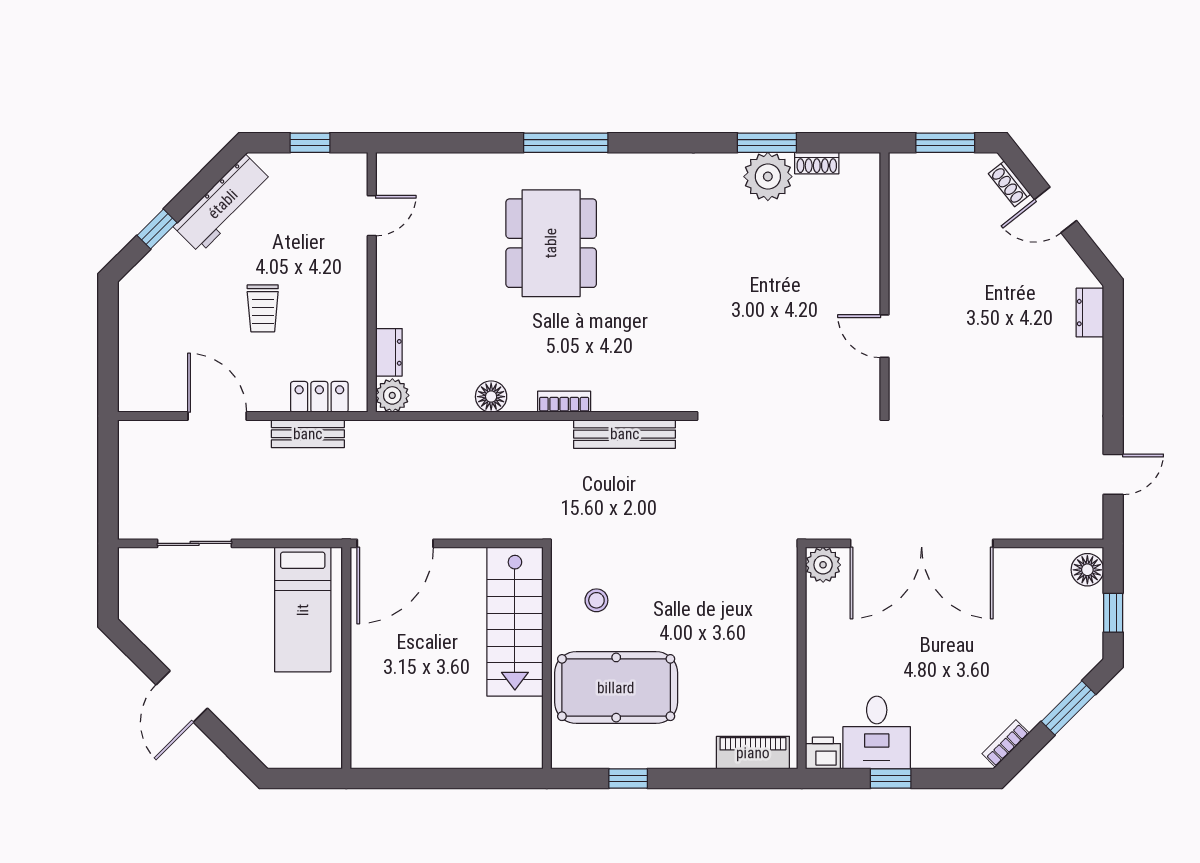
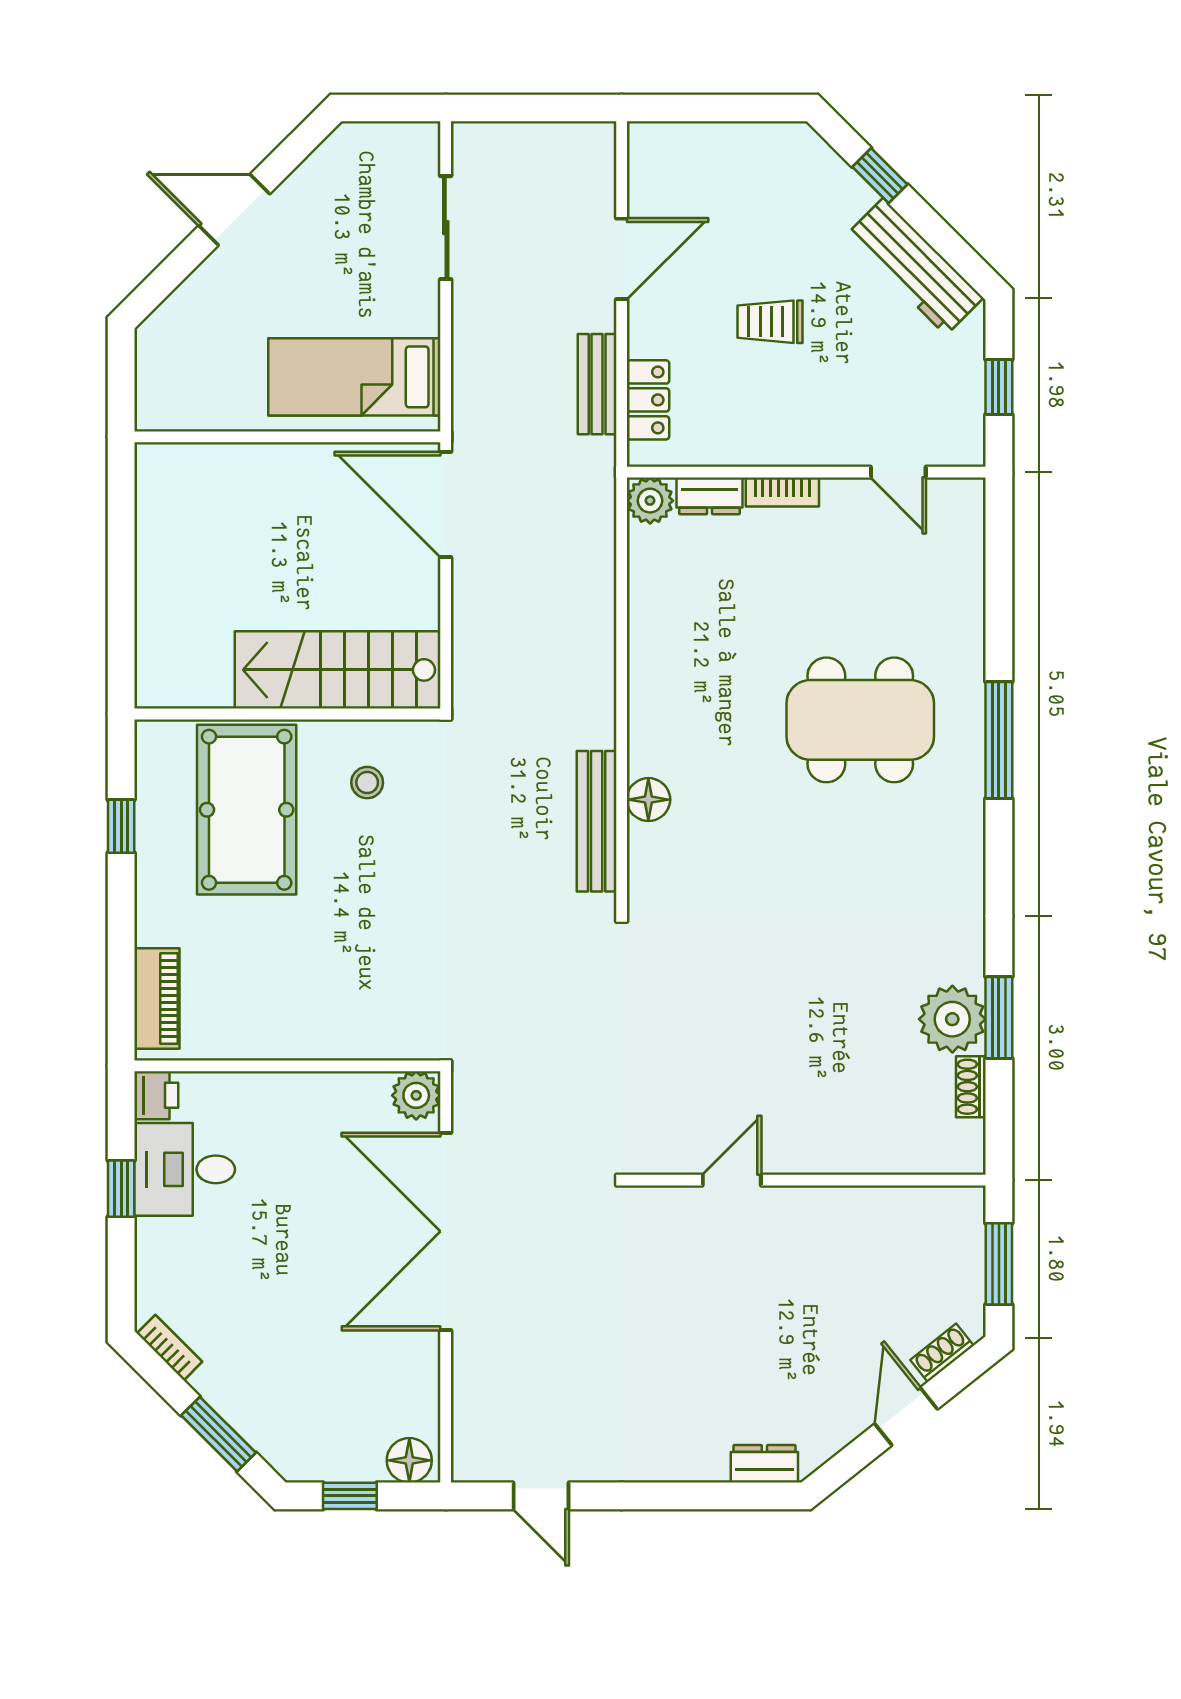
floor lamp: (491, 397) -> (648, 800), moved
bookcase: (564, 402) -> (782, 492), moved, turned 90

